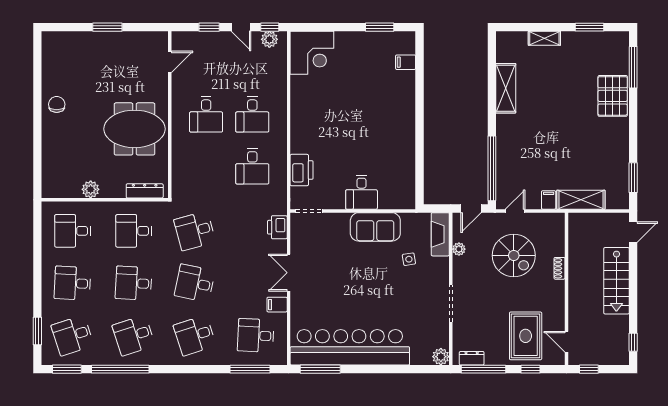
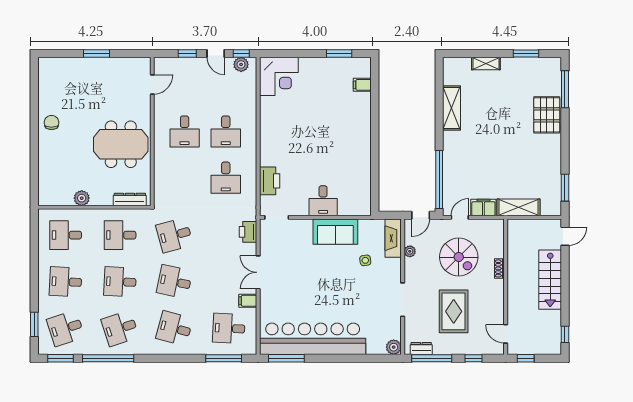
filing cabinet: (549, 200) -> (483, 208), width x2.00
desk: (195, 335) -> (174, 328), turned 33
rug: (526, 336) -> (454, 311), moved

